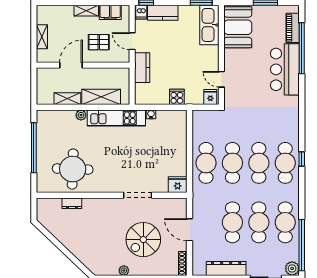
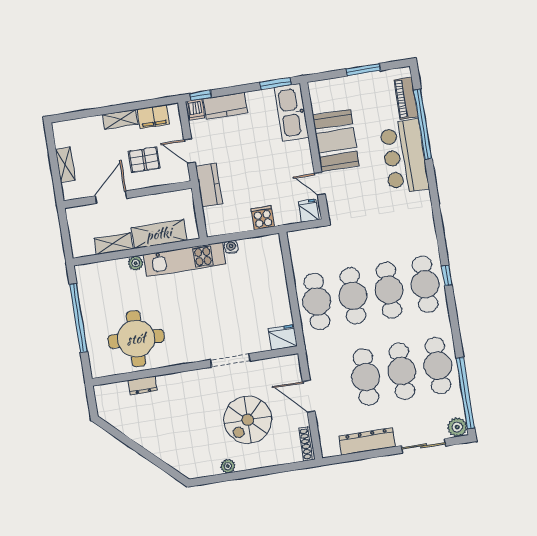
booth: (238, 27) -> (336, 140), moved

